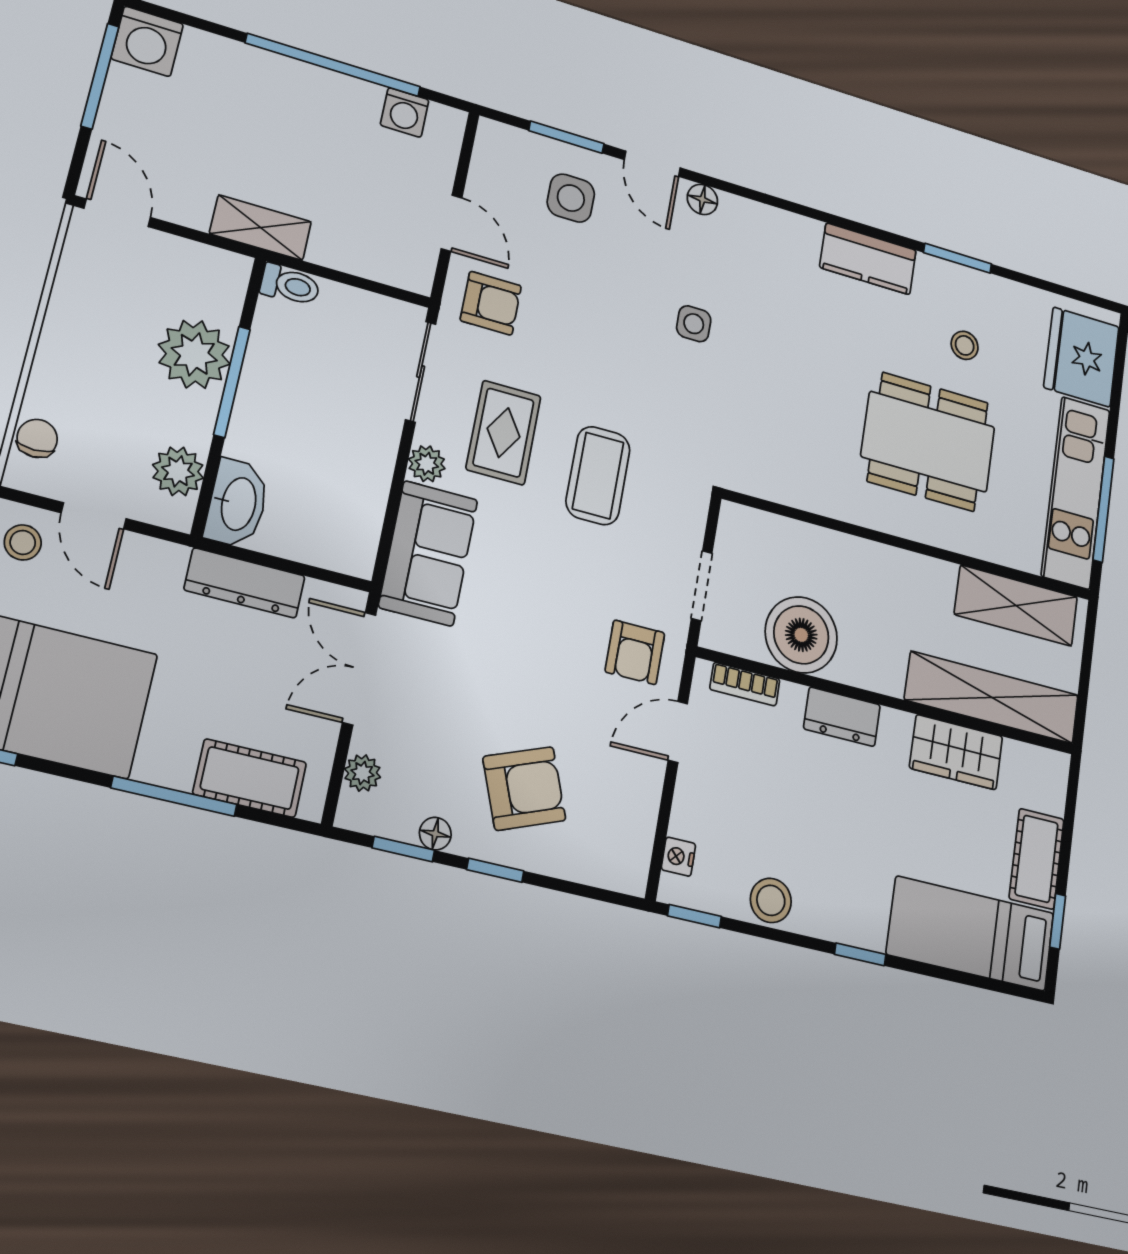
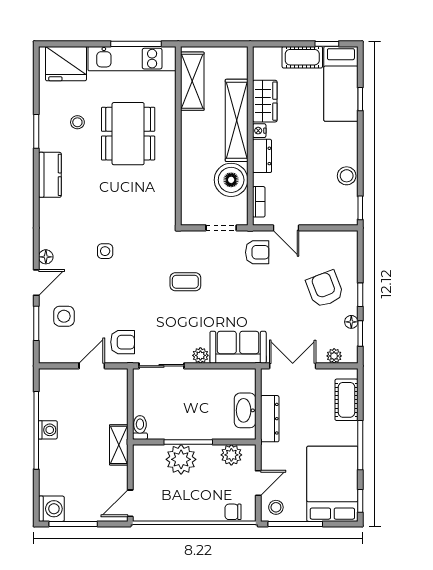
washing machine: (405, 112) -> (48, 430), moved
armchair: (491, 303) -> (123, 342), turned 90
rug: (504, 433) -> (178, 326), removed
coffee table: (598, 476) -> (185, 282), width x0.73, depth x0.77
washbasin: (237, 504) -> (245, 410), moved, turned -90
double door: (359, 669) -> (293, 366), swing flipped
shelving: (992, 697) -> (237, 120), moved
window: (174, 796) -> (360, 445), moved
nightstand: (678, 857) -> (259, 131), moved, turned 90
window: (860, 954) -> (360, 99), moved

